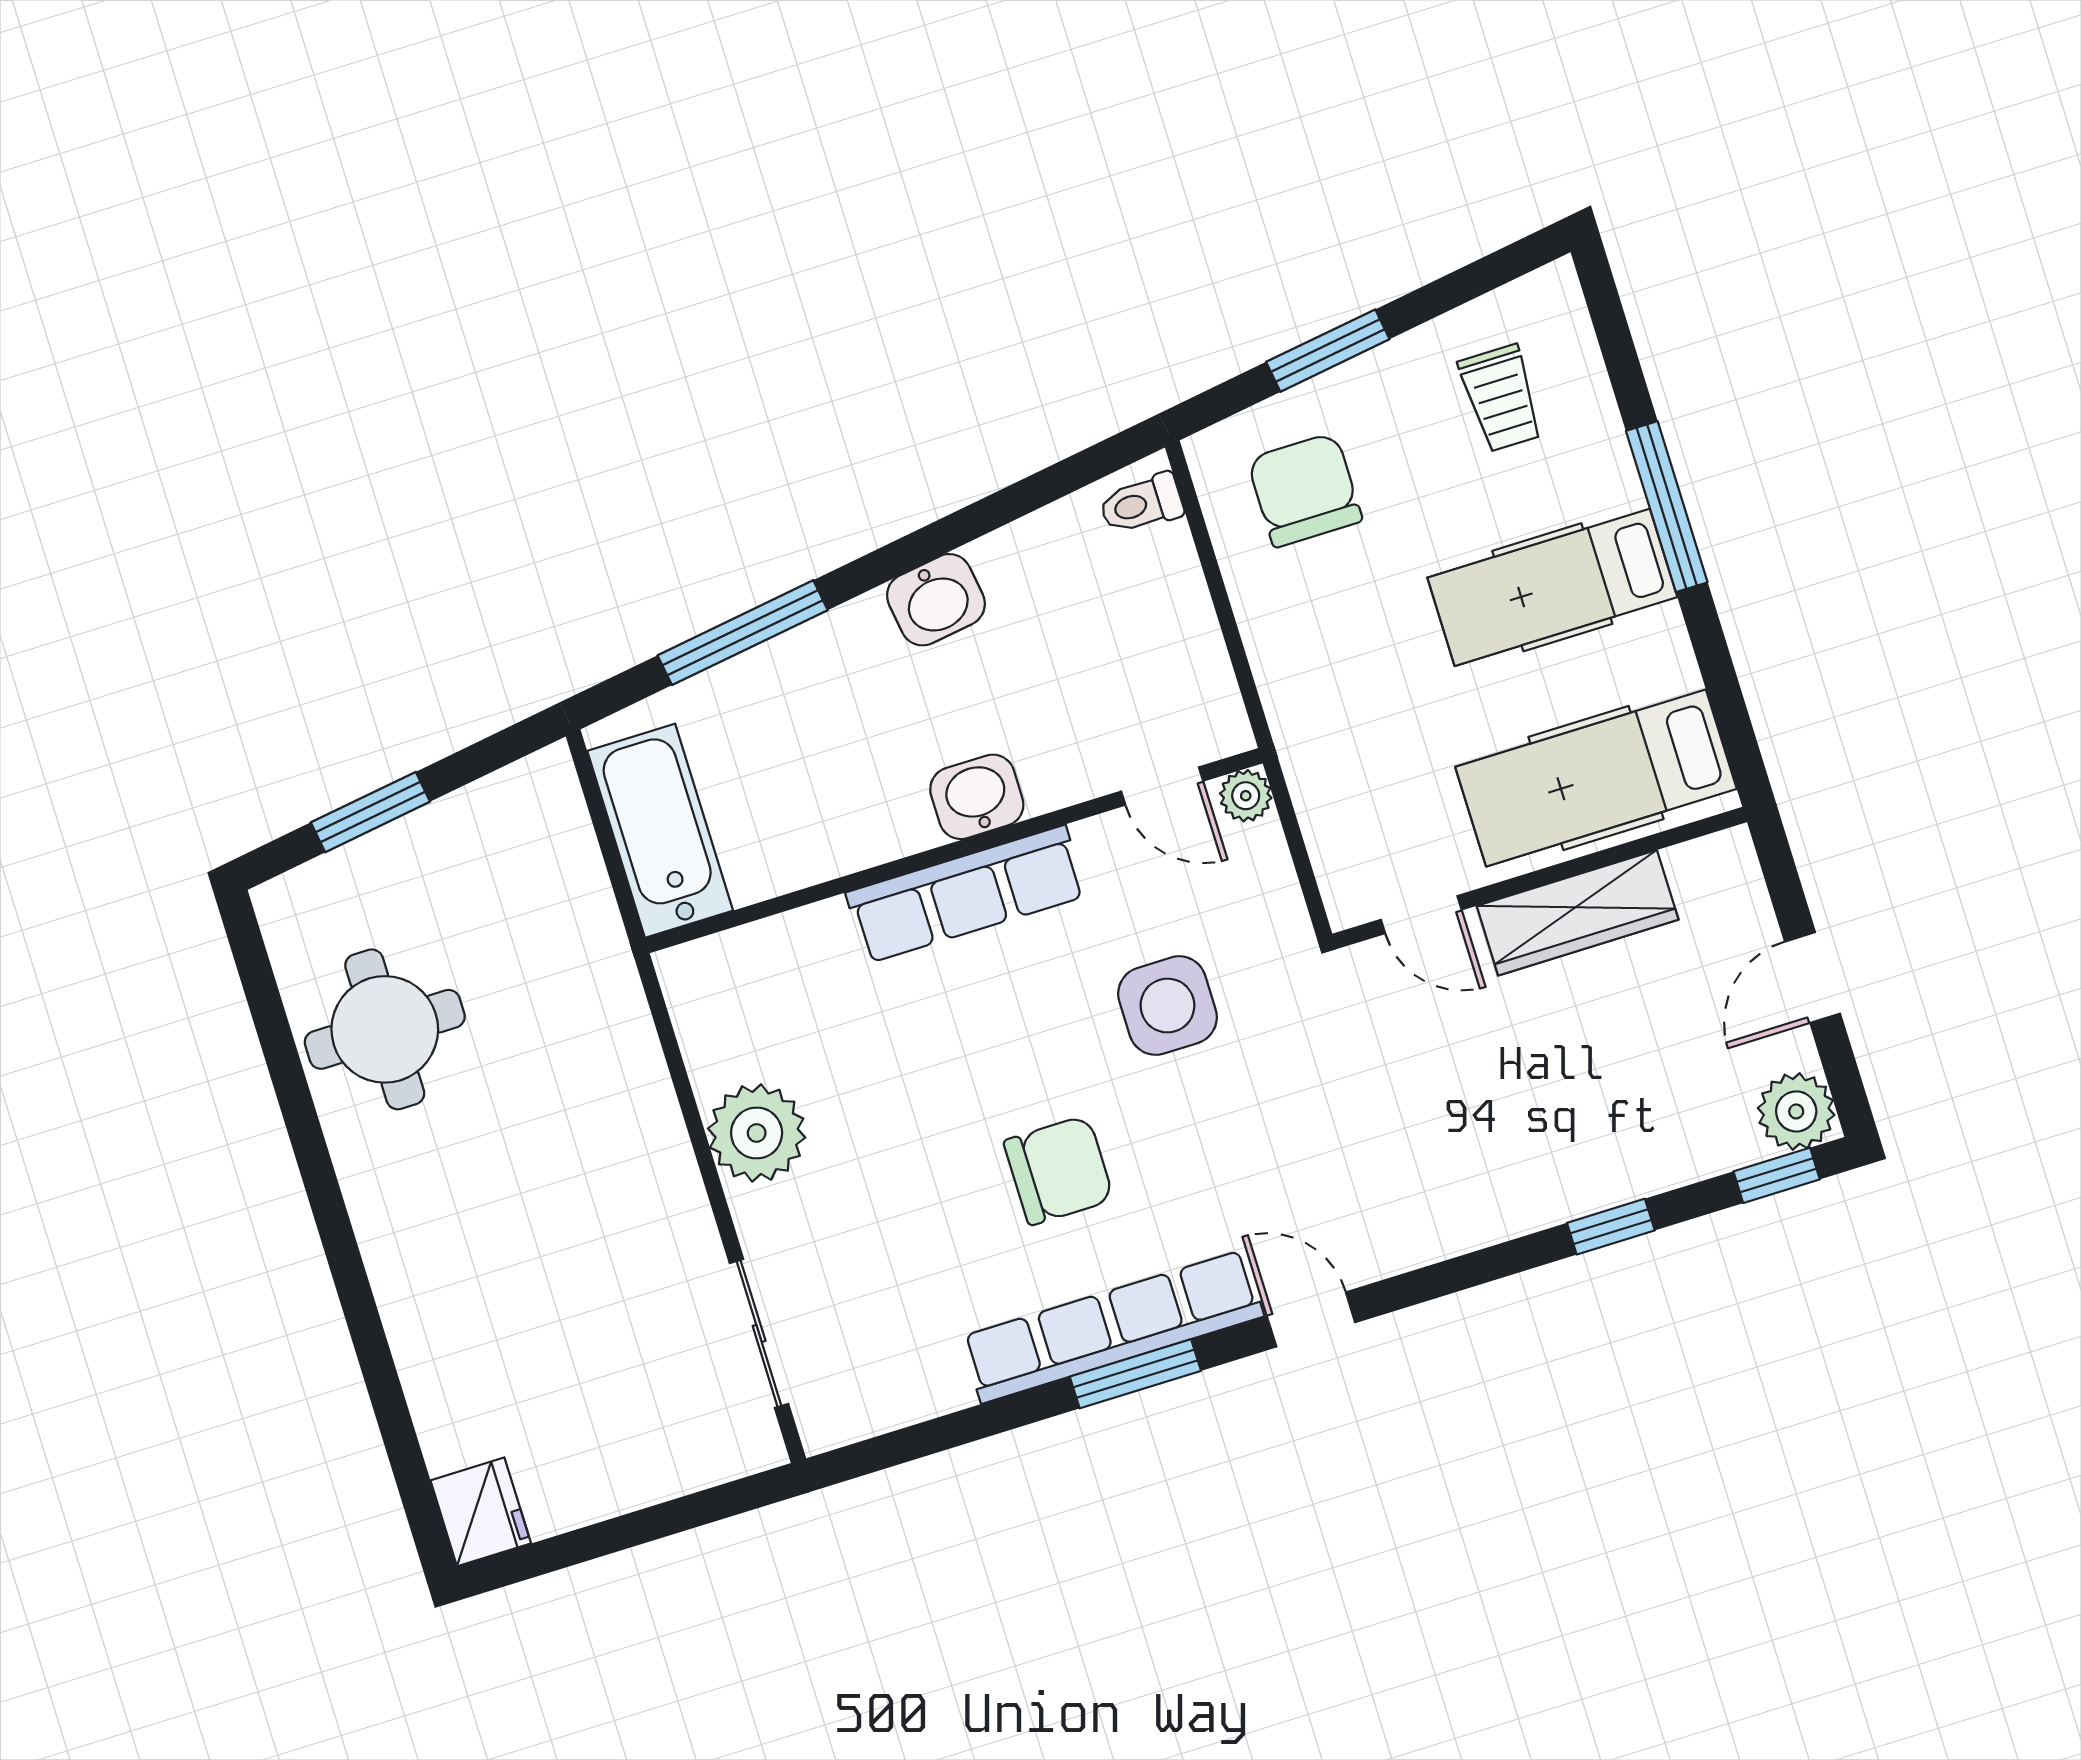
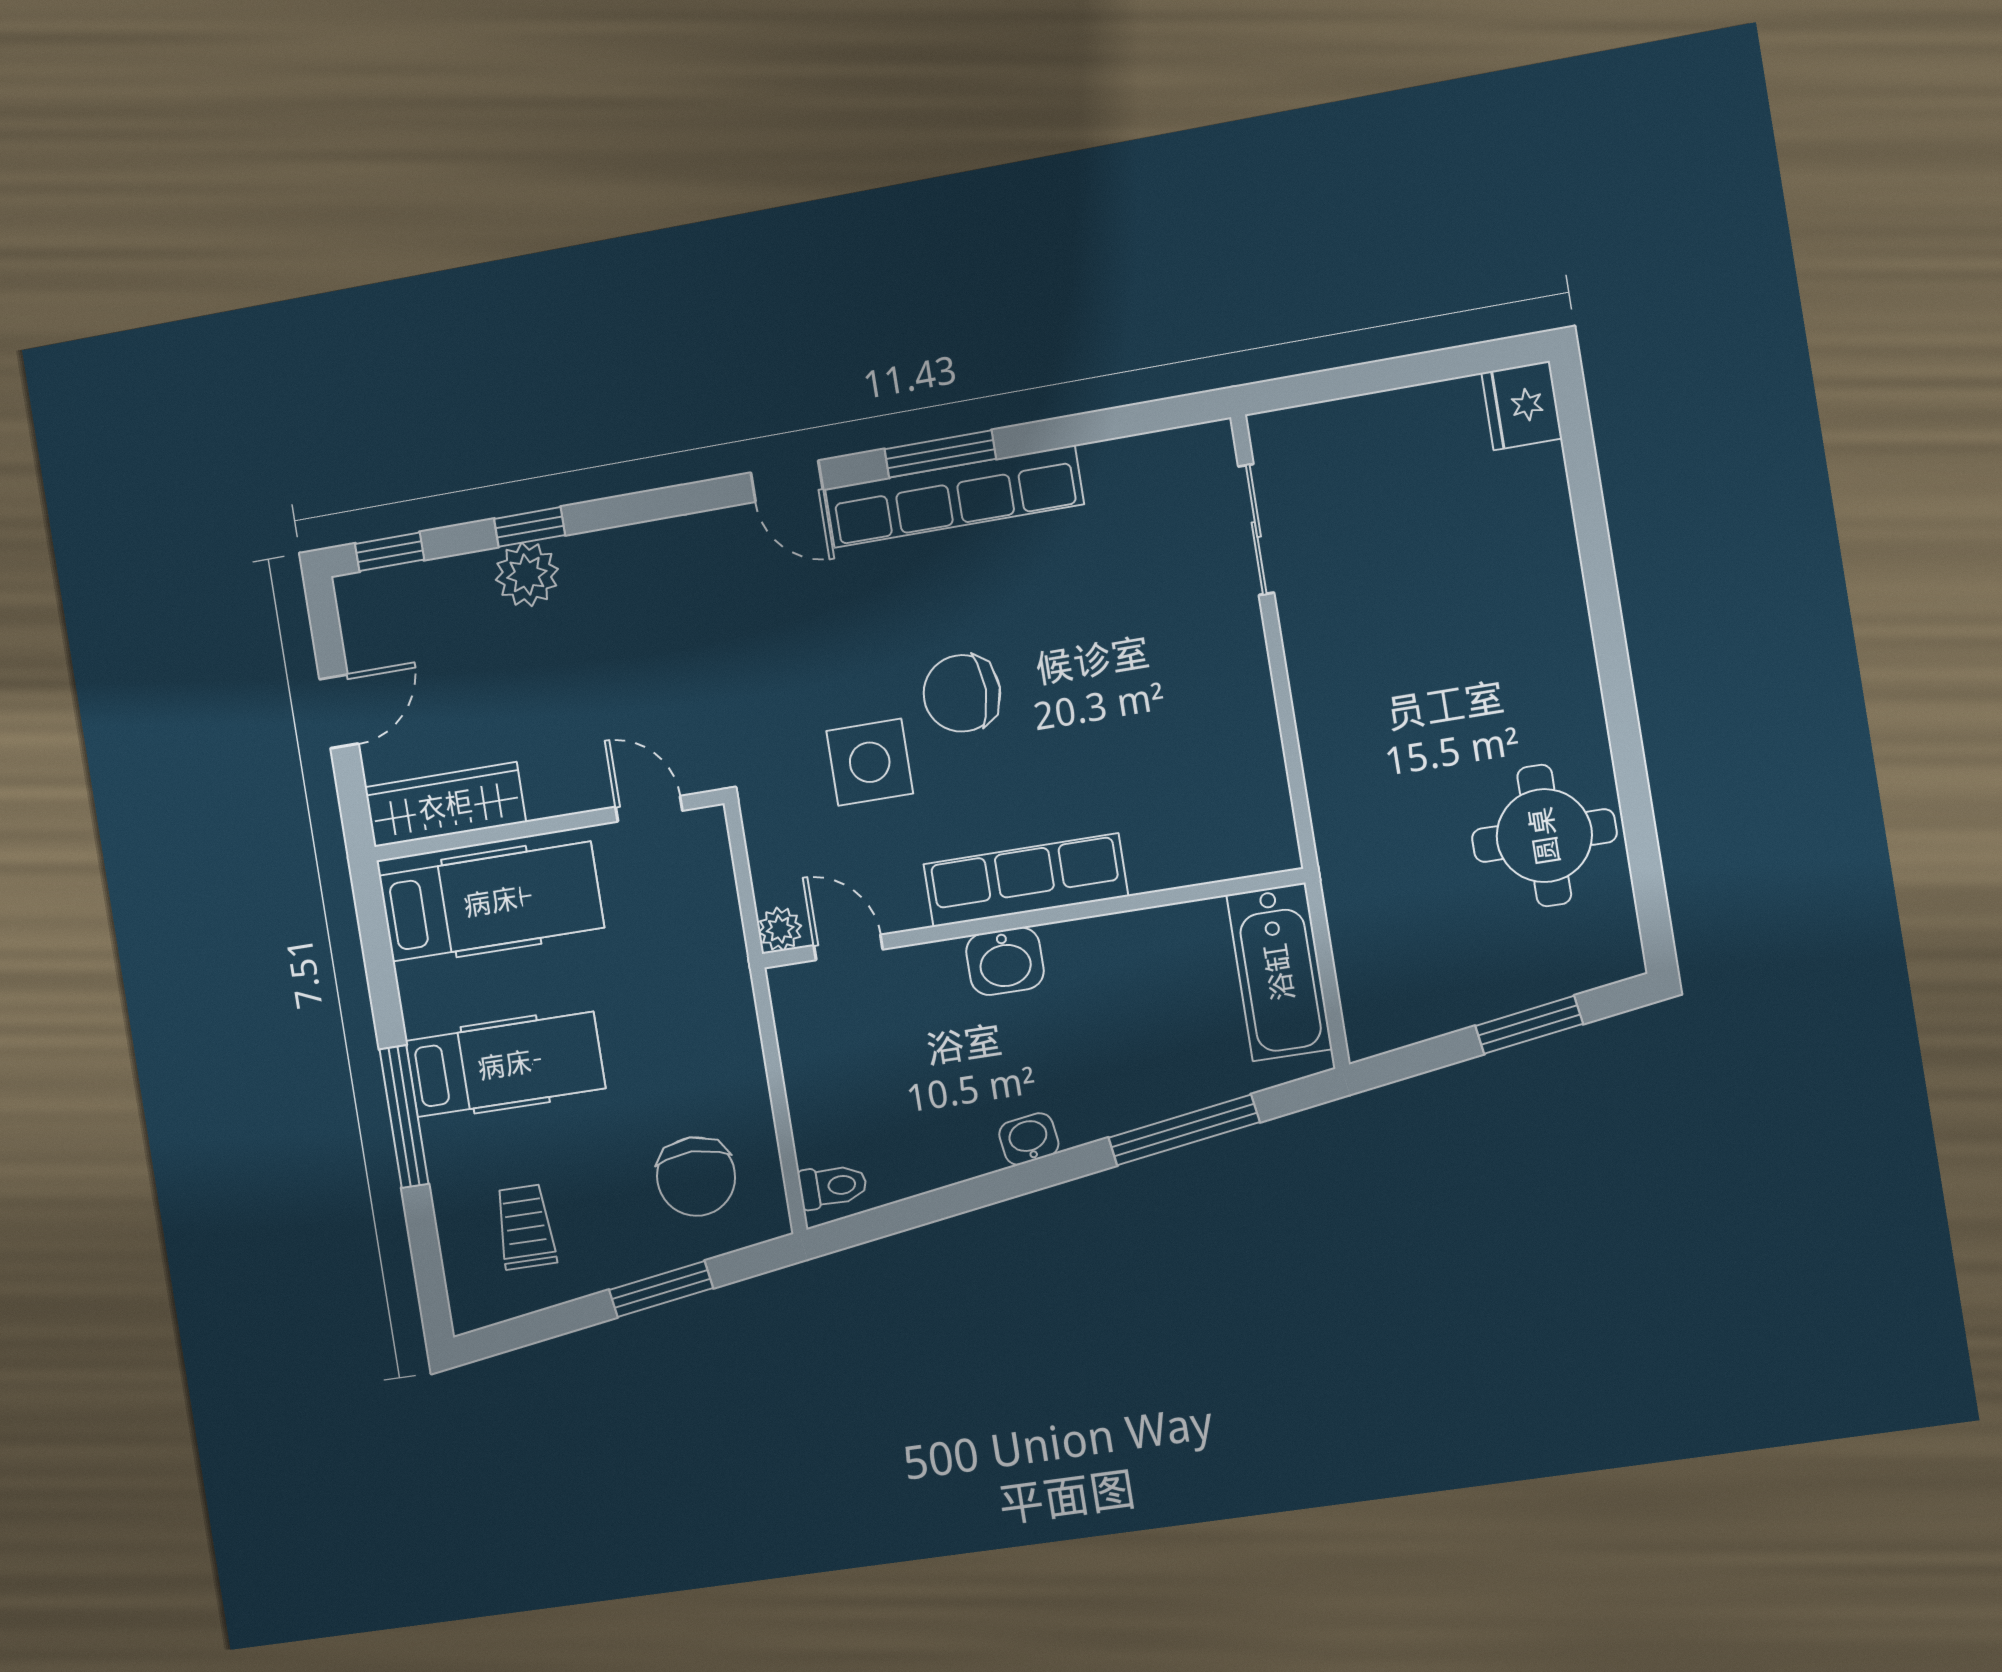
washbasin: (936, 600) -> (1029, 1139), width x0.72, depth x0.69
wardrobe: (1578, 913) -> (445, 805), moved
plant: (1796, 1111) -> (527, 574), moved
plant: (757, 1133) -> (1233, 702), removed
chair: (1059, 1170) -> (962, 693), moved

